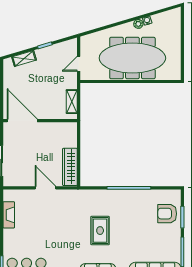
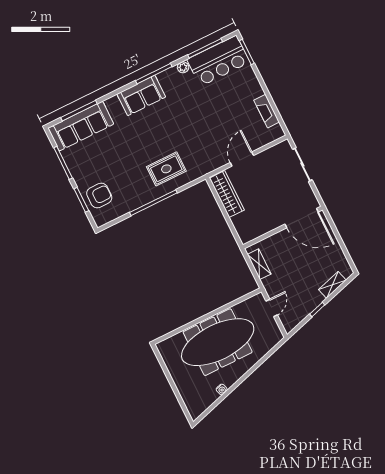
plant: (138, 24) -> (229, 381), removed
door: (45, 188) -> (242, 159), swing flipped
rug: (100, 231) -> (166, 169), moved, turned 90

